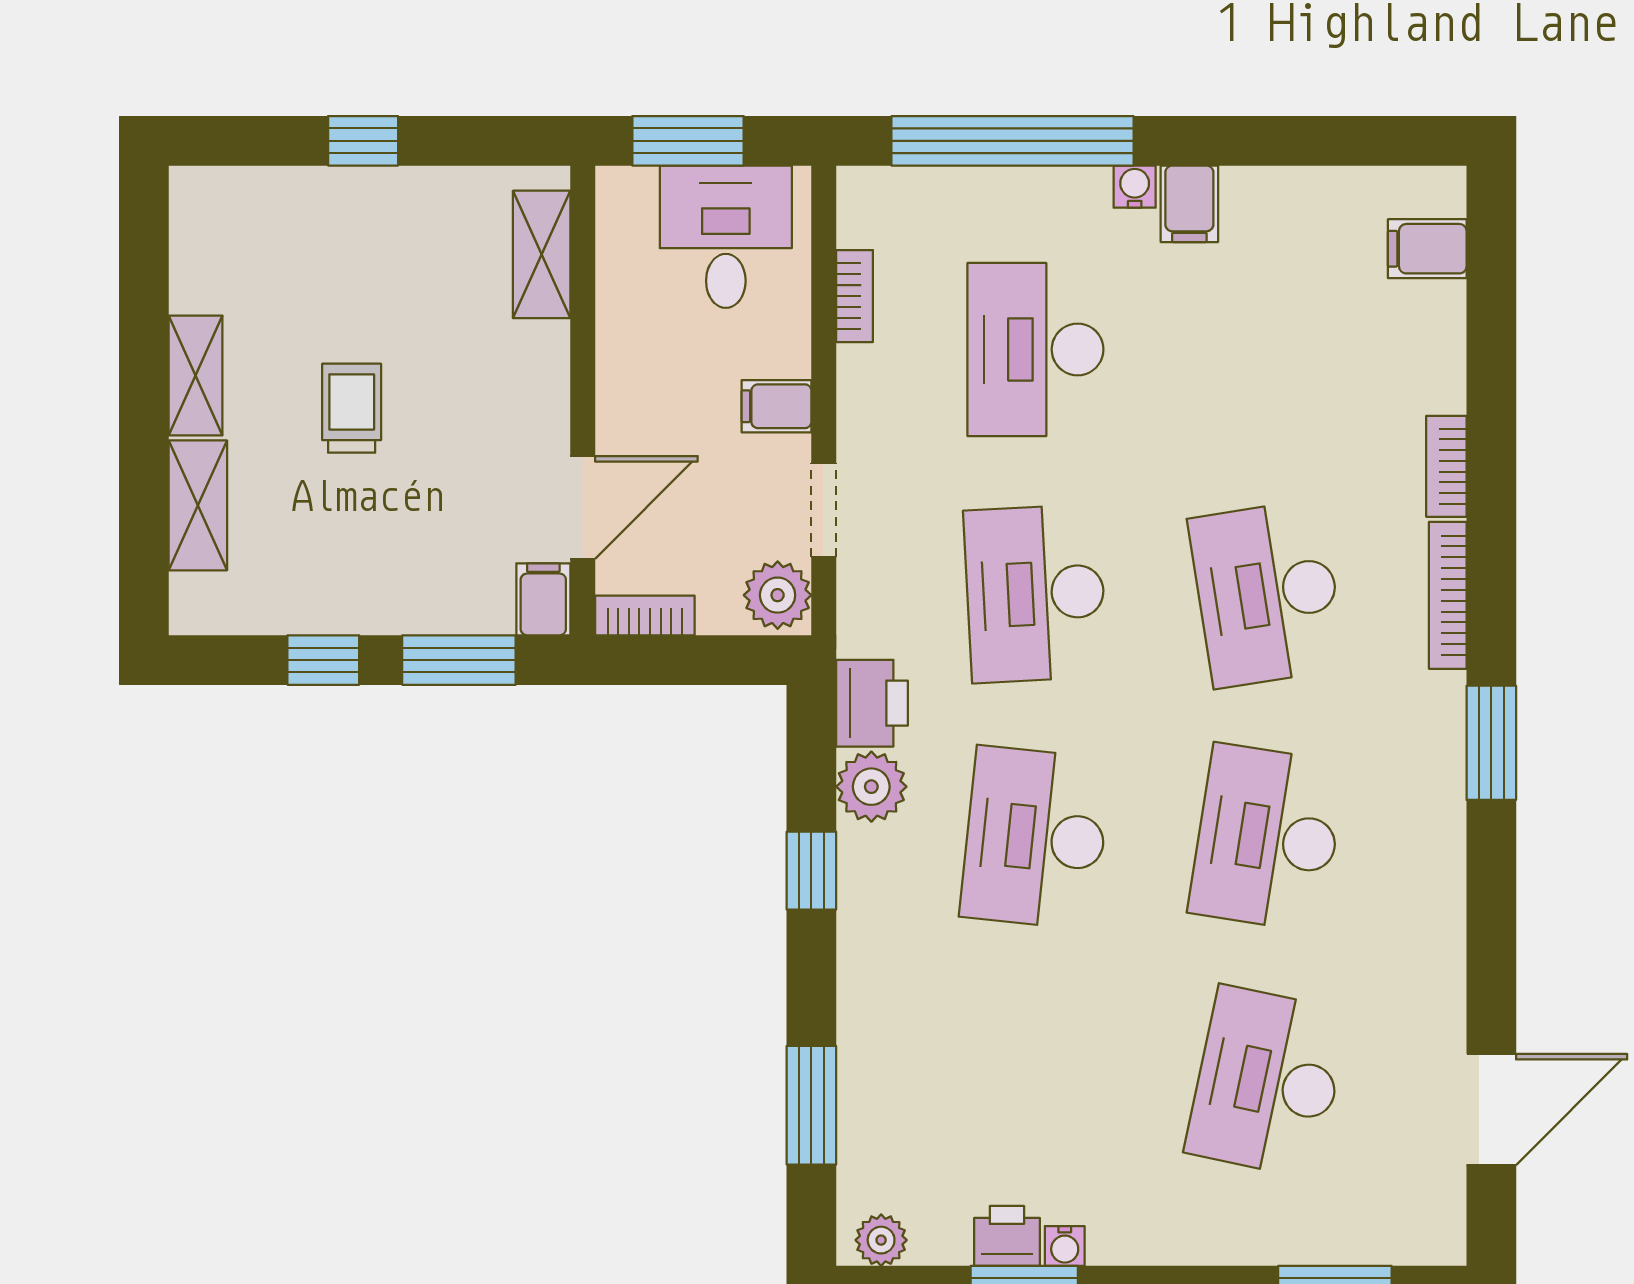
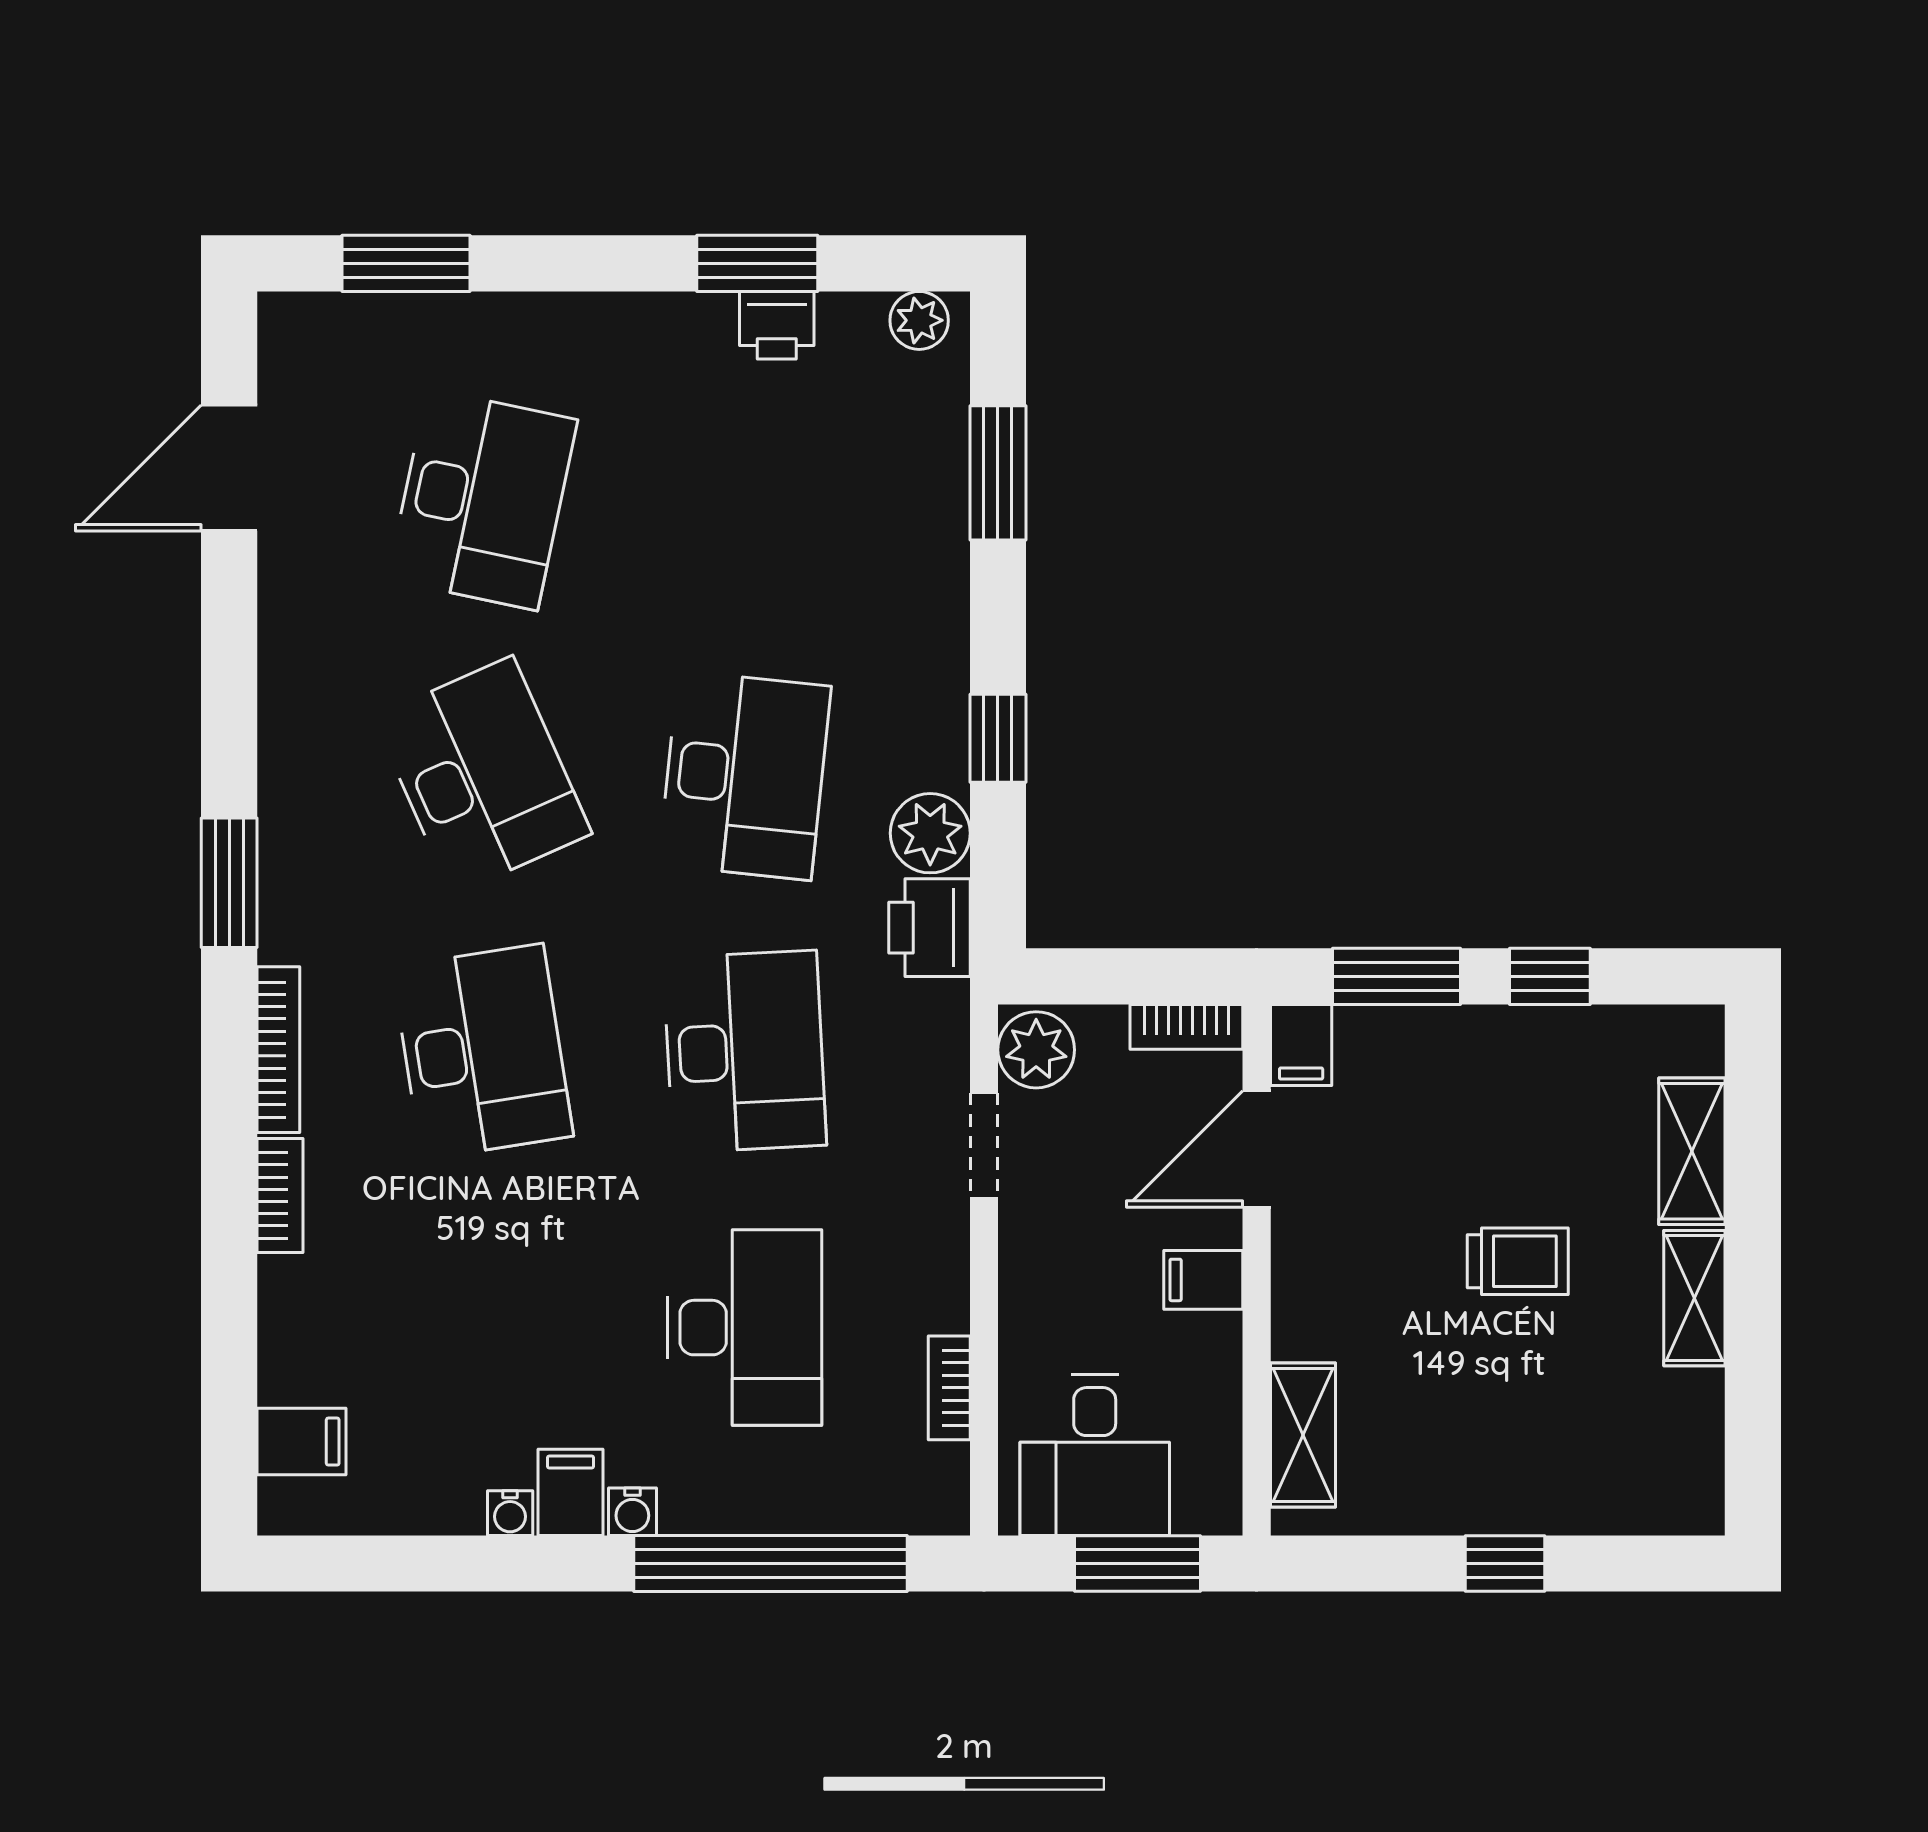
filing cabinet: (777, 406) -> (1203, 1280), moved, turned 180
trolley: (352, 408) -> (1518, 1261), turned -90
desk: (1267, 838) -> (482, 775), turned -33
water cooler: (1065, 1246) -> (510, 1513), moved, turned 180

